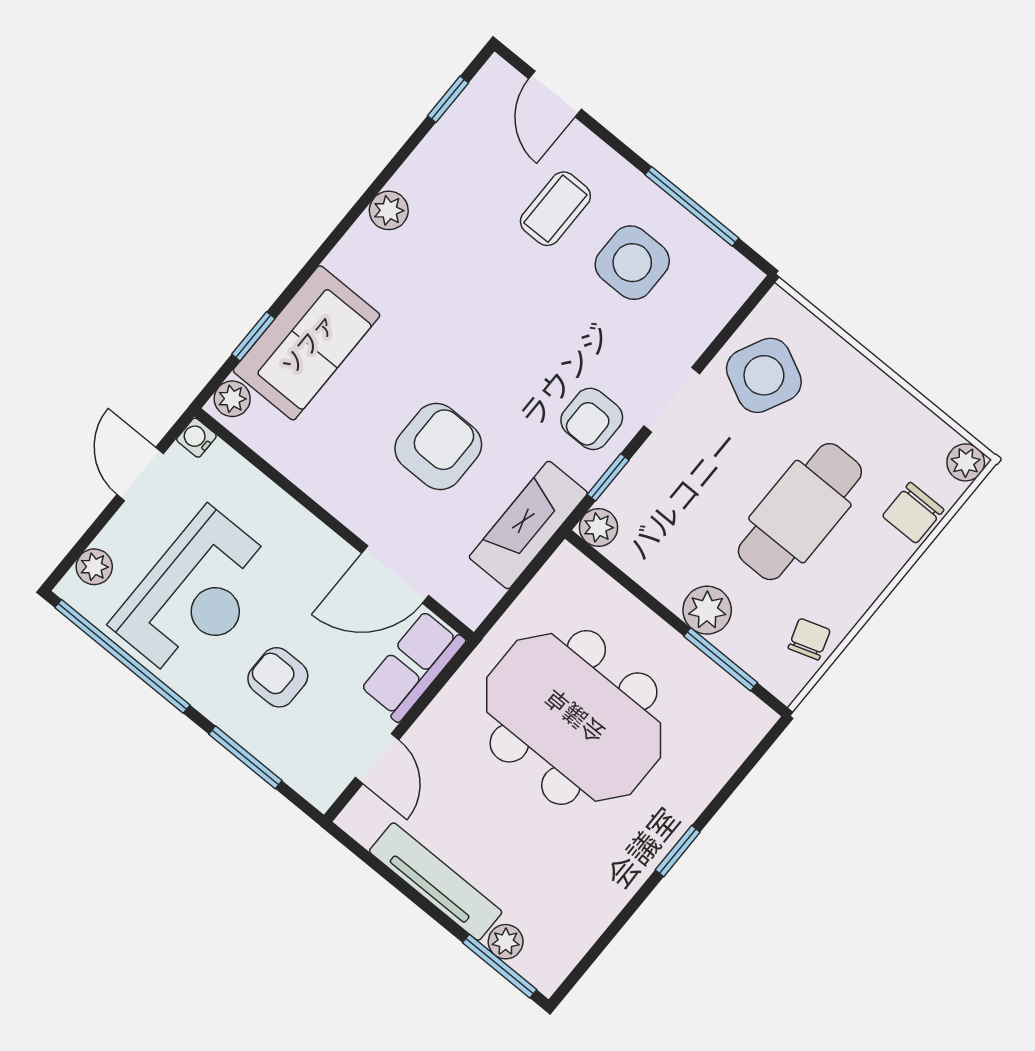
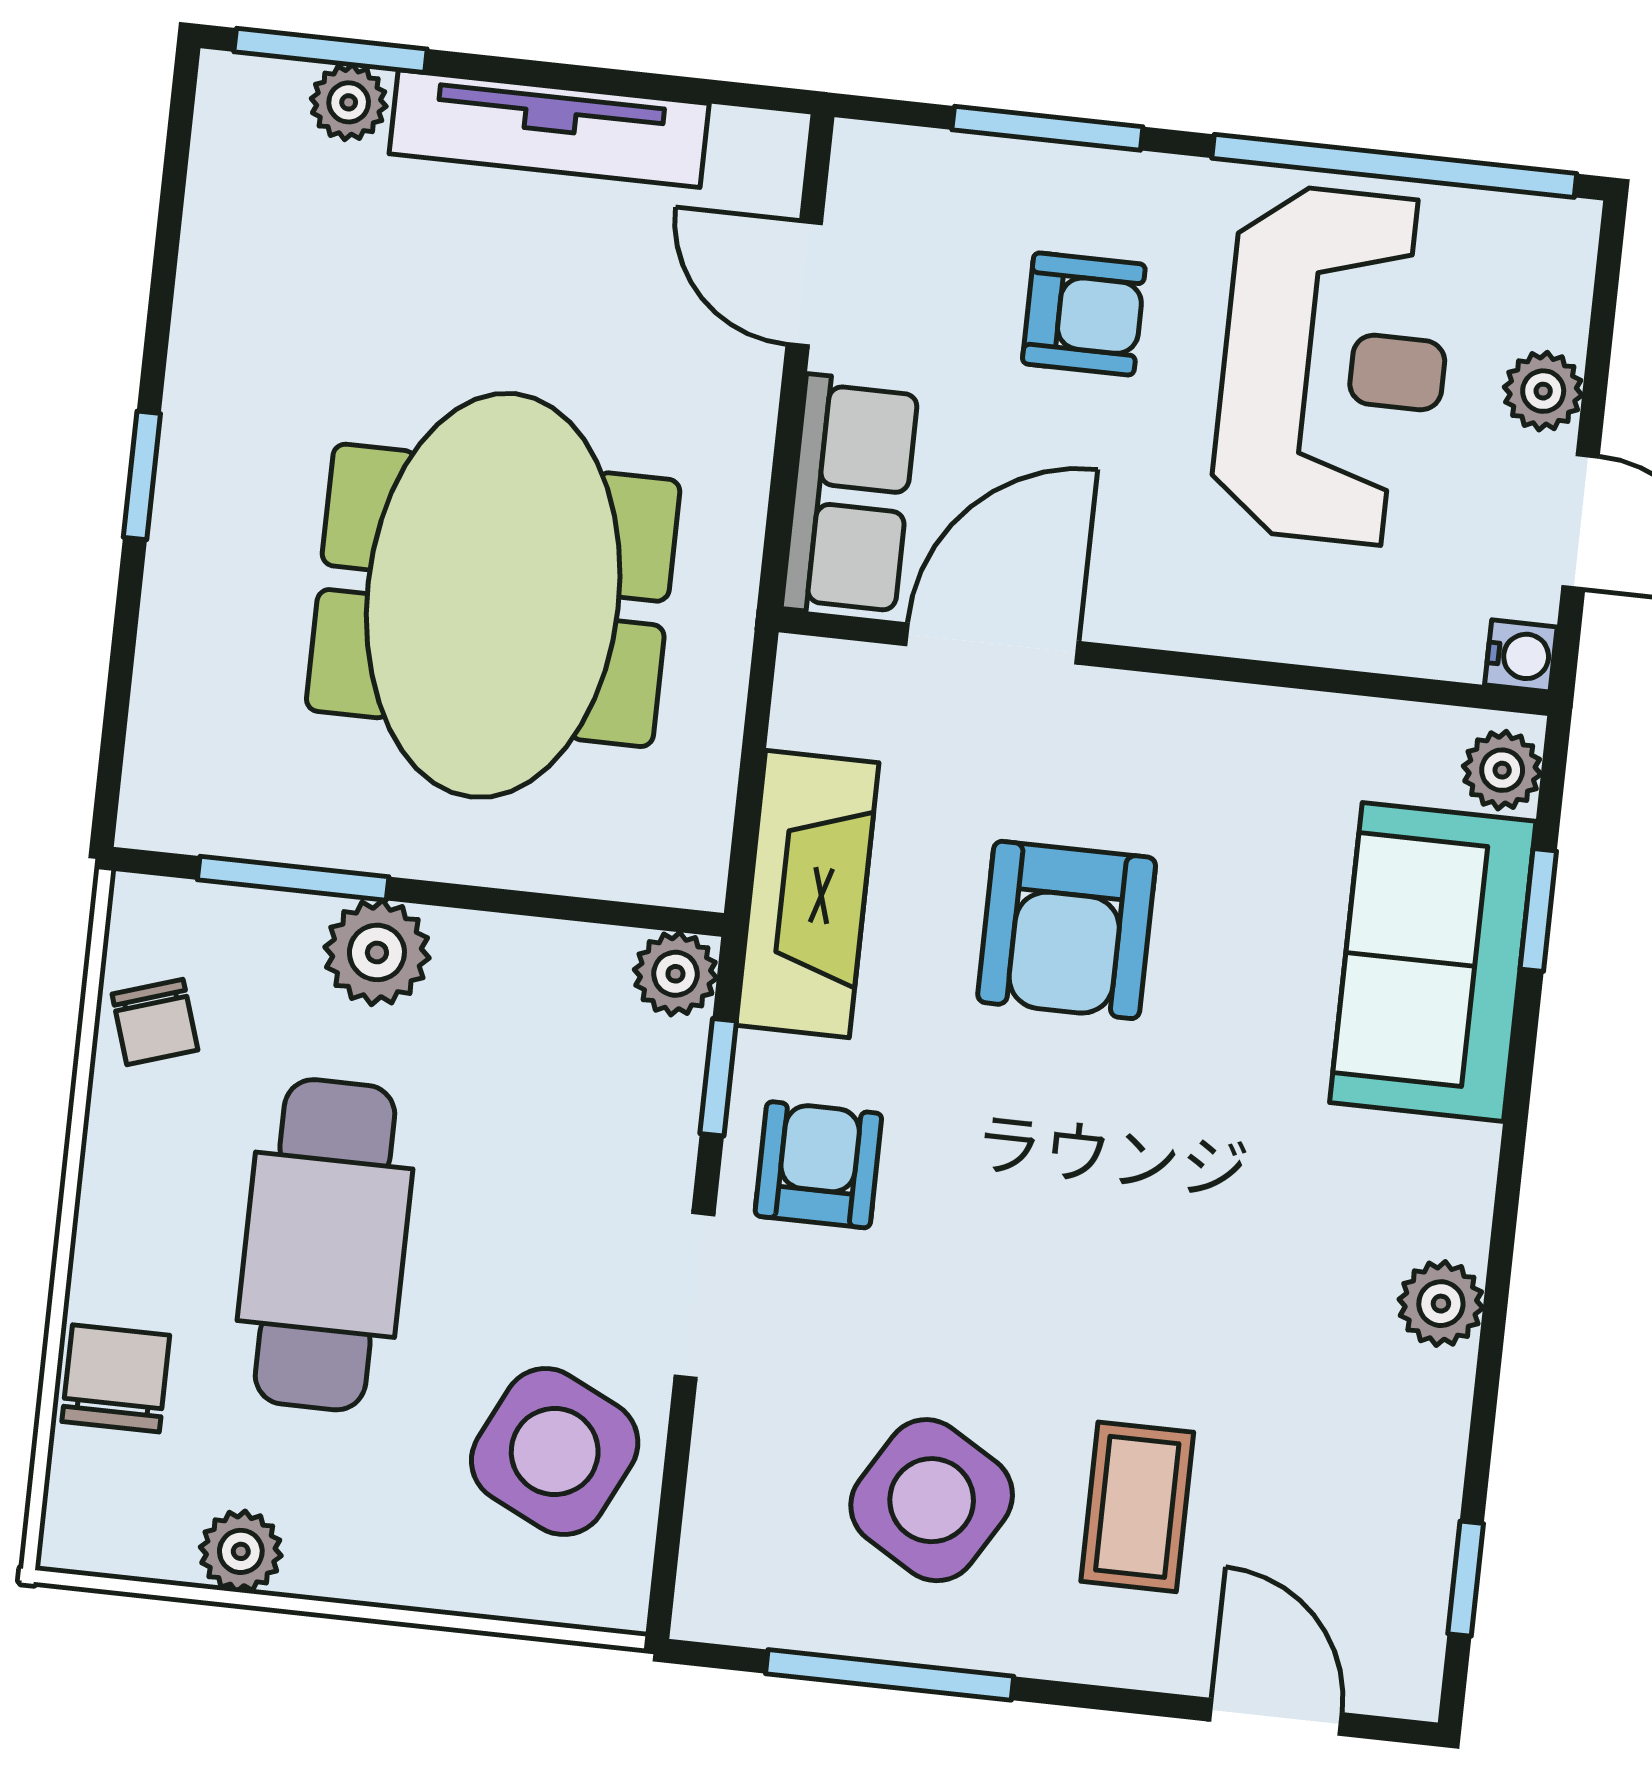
side table: (632, 263) -> (932, 1500), turned 31
plant: (966, 462) -> (241, 1551), moved
plant: (94, 567) -> (1543, 391), moved
reception desk: (195, 595) -> (1334, 366), turned 180
meeting table: (574, 717) -> (493, 595), turned 90

